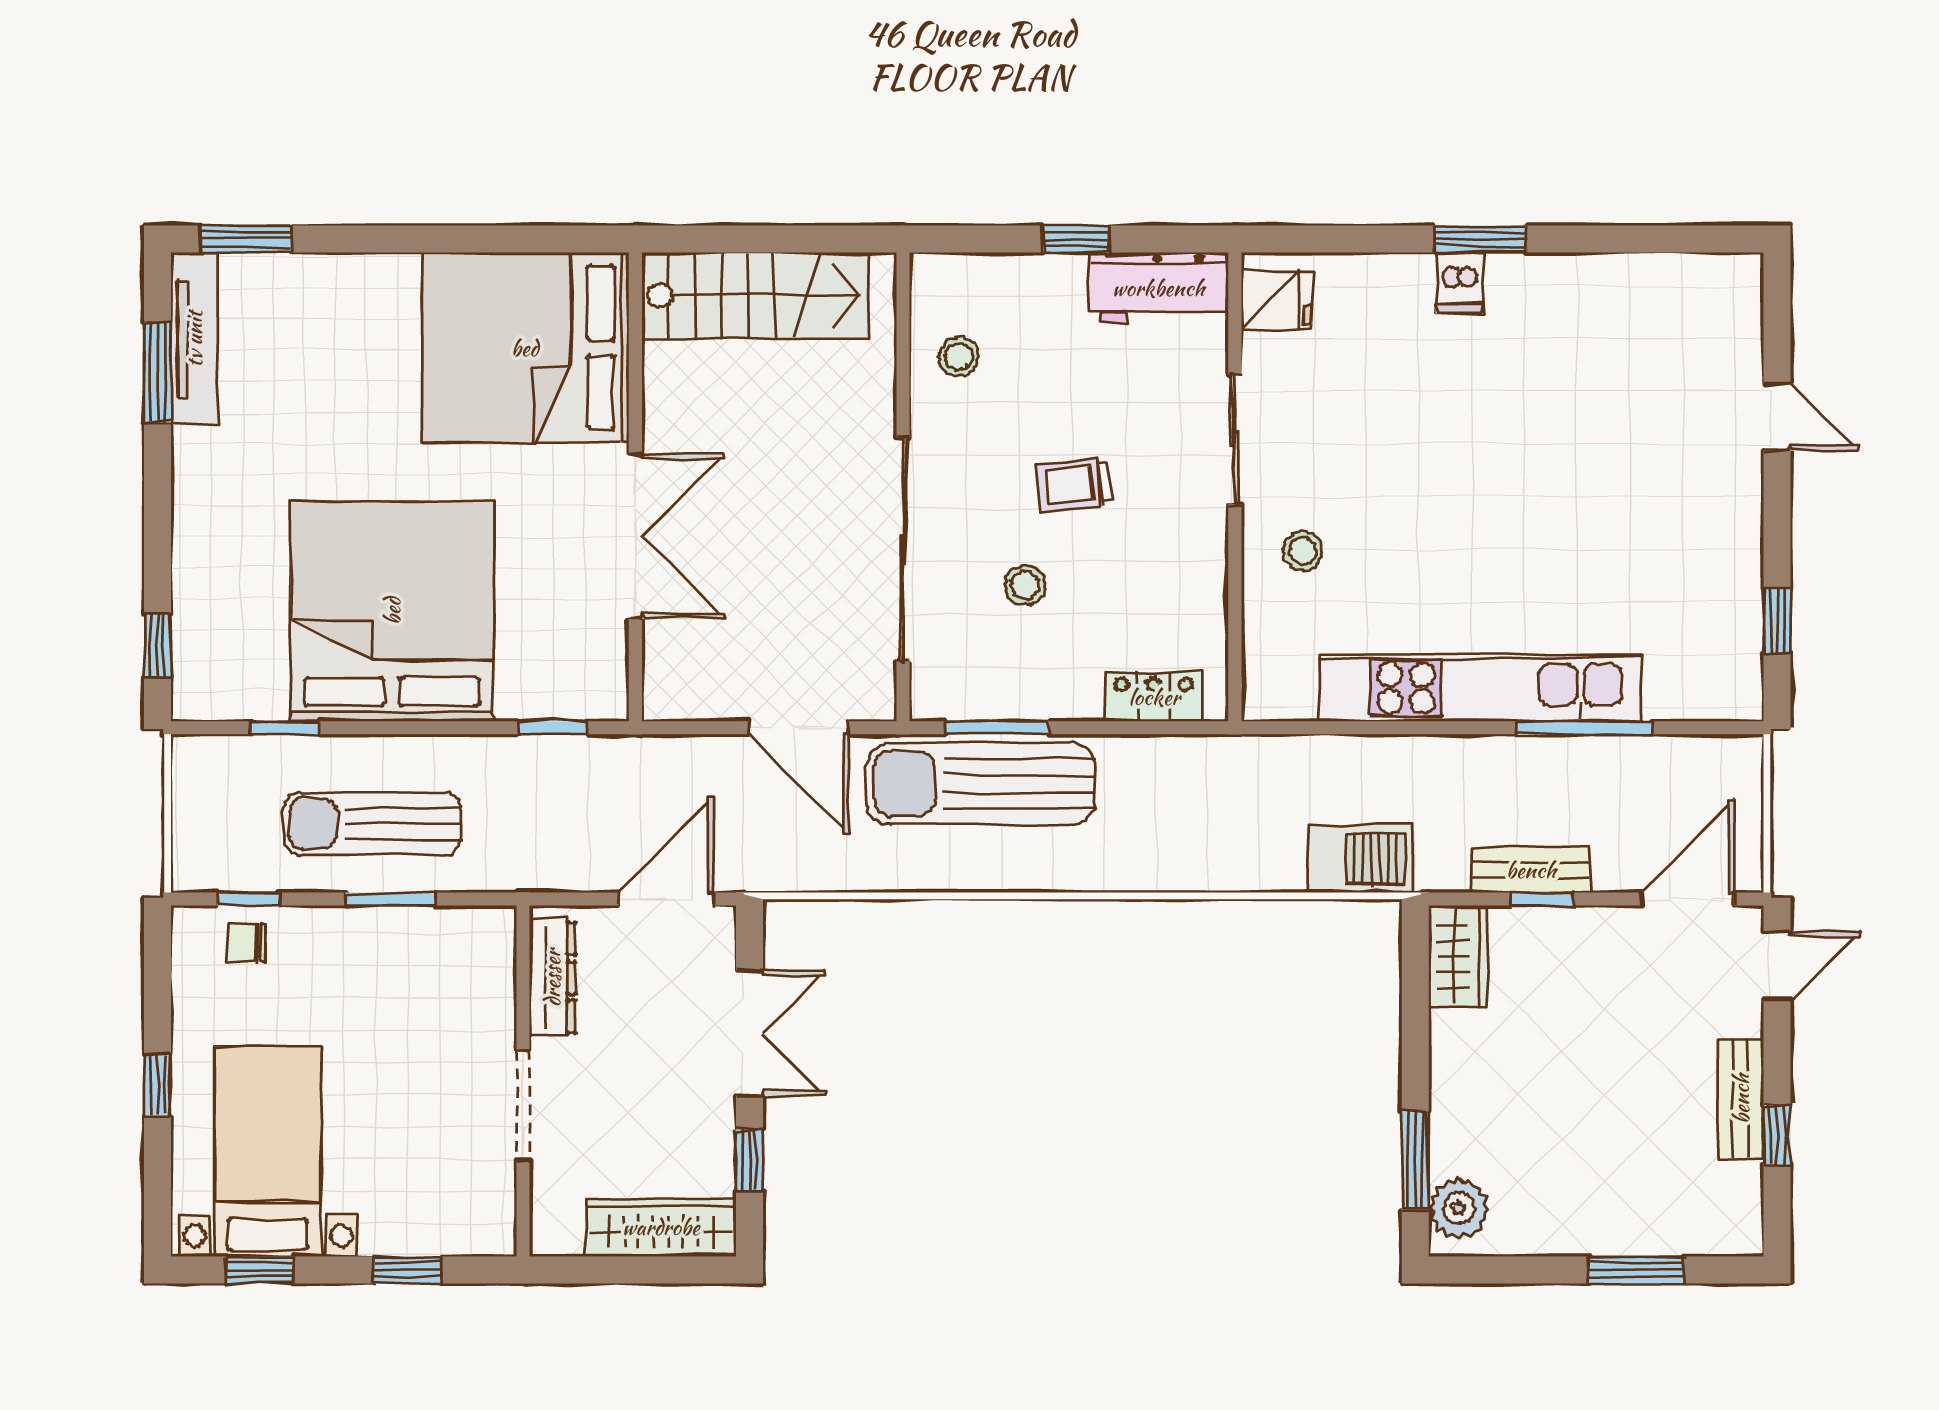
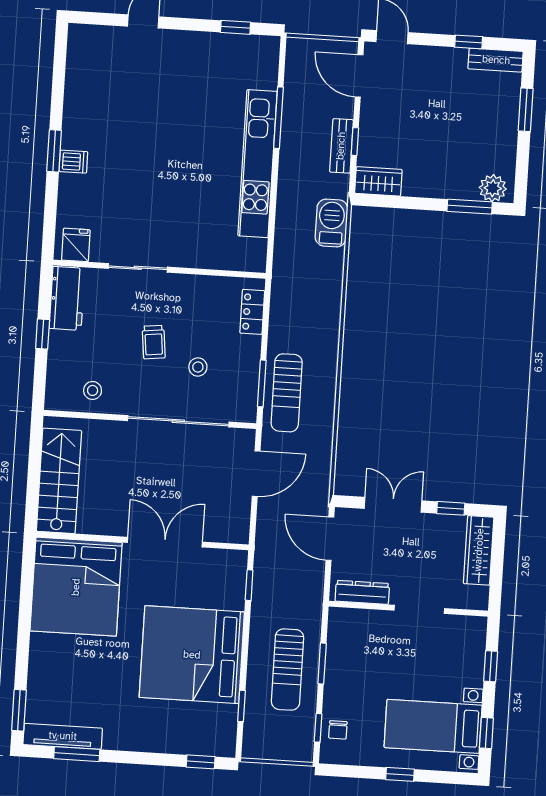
stool: (1303, 551) -> (190, 240), removed
sun lounger: (981, 784) -> (287, 393), width x0.73, depth x0.75
bench: (1741, 1099) -> (496, 60), moved

